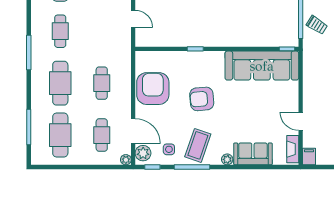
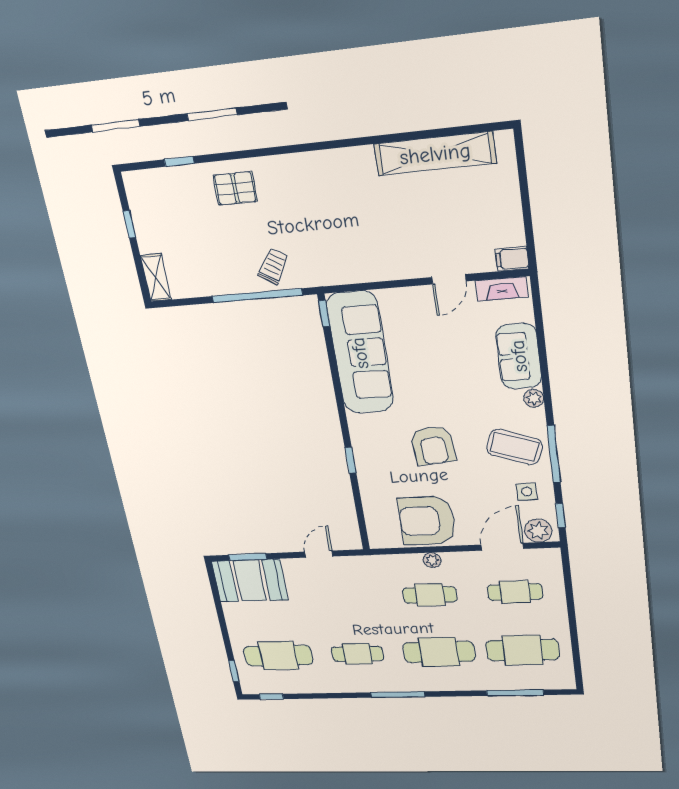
plant: (126, 160) -> (432, 560), moved

